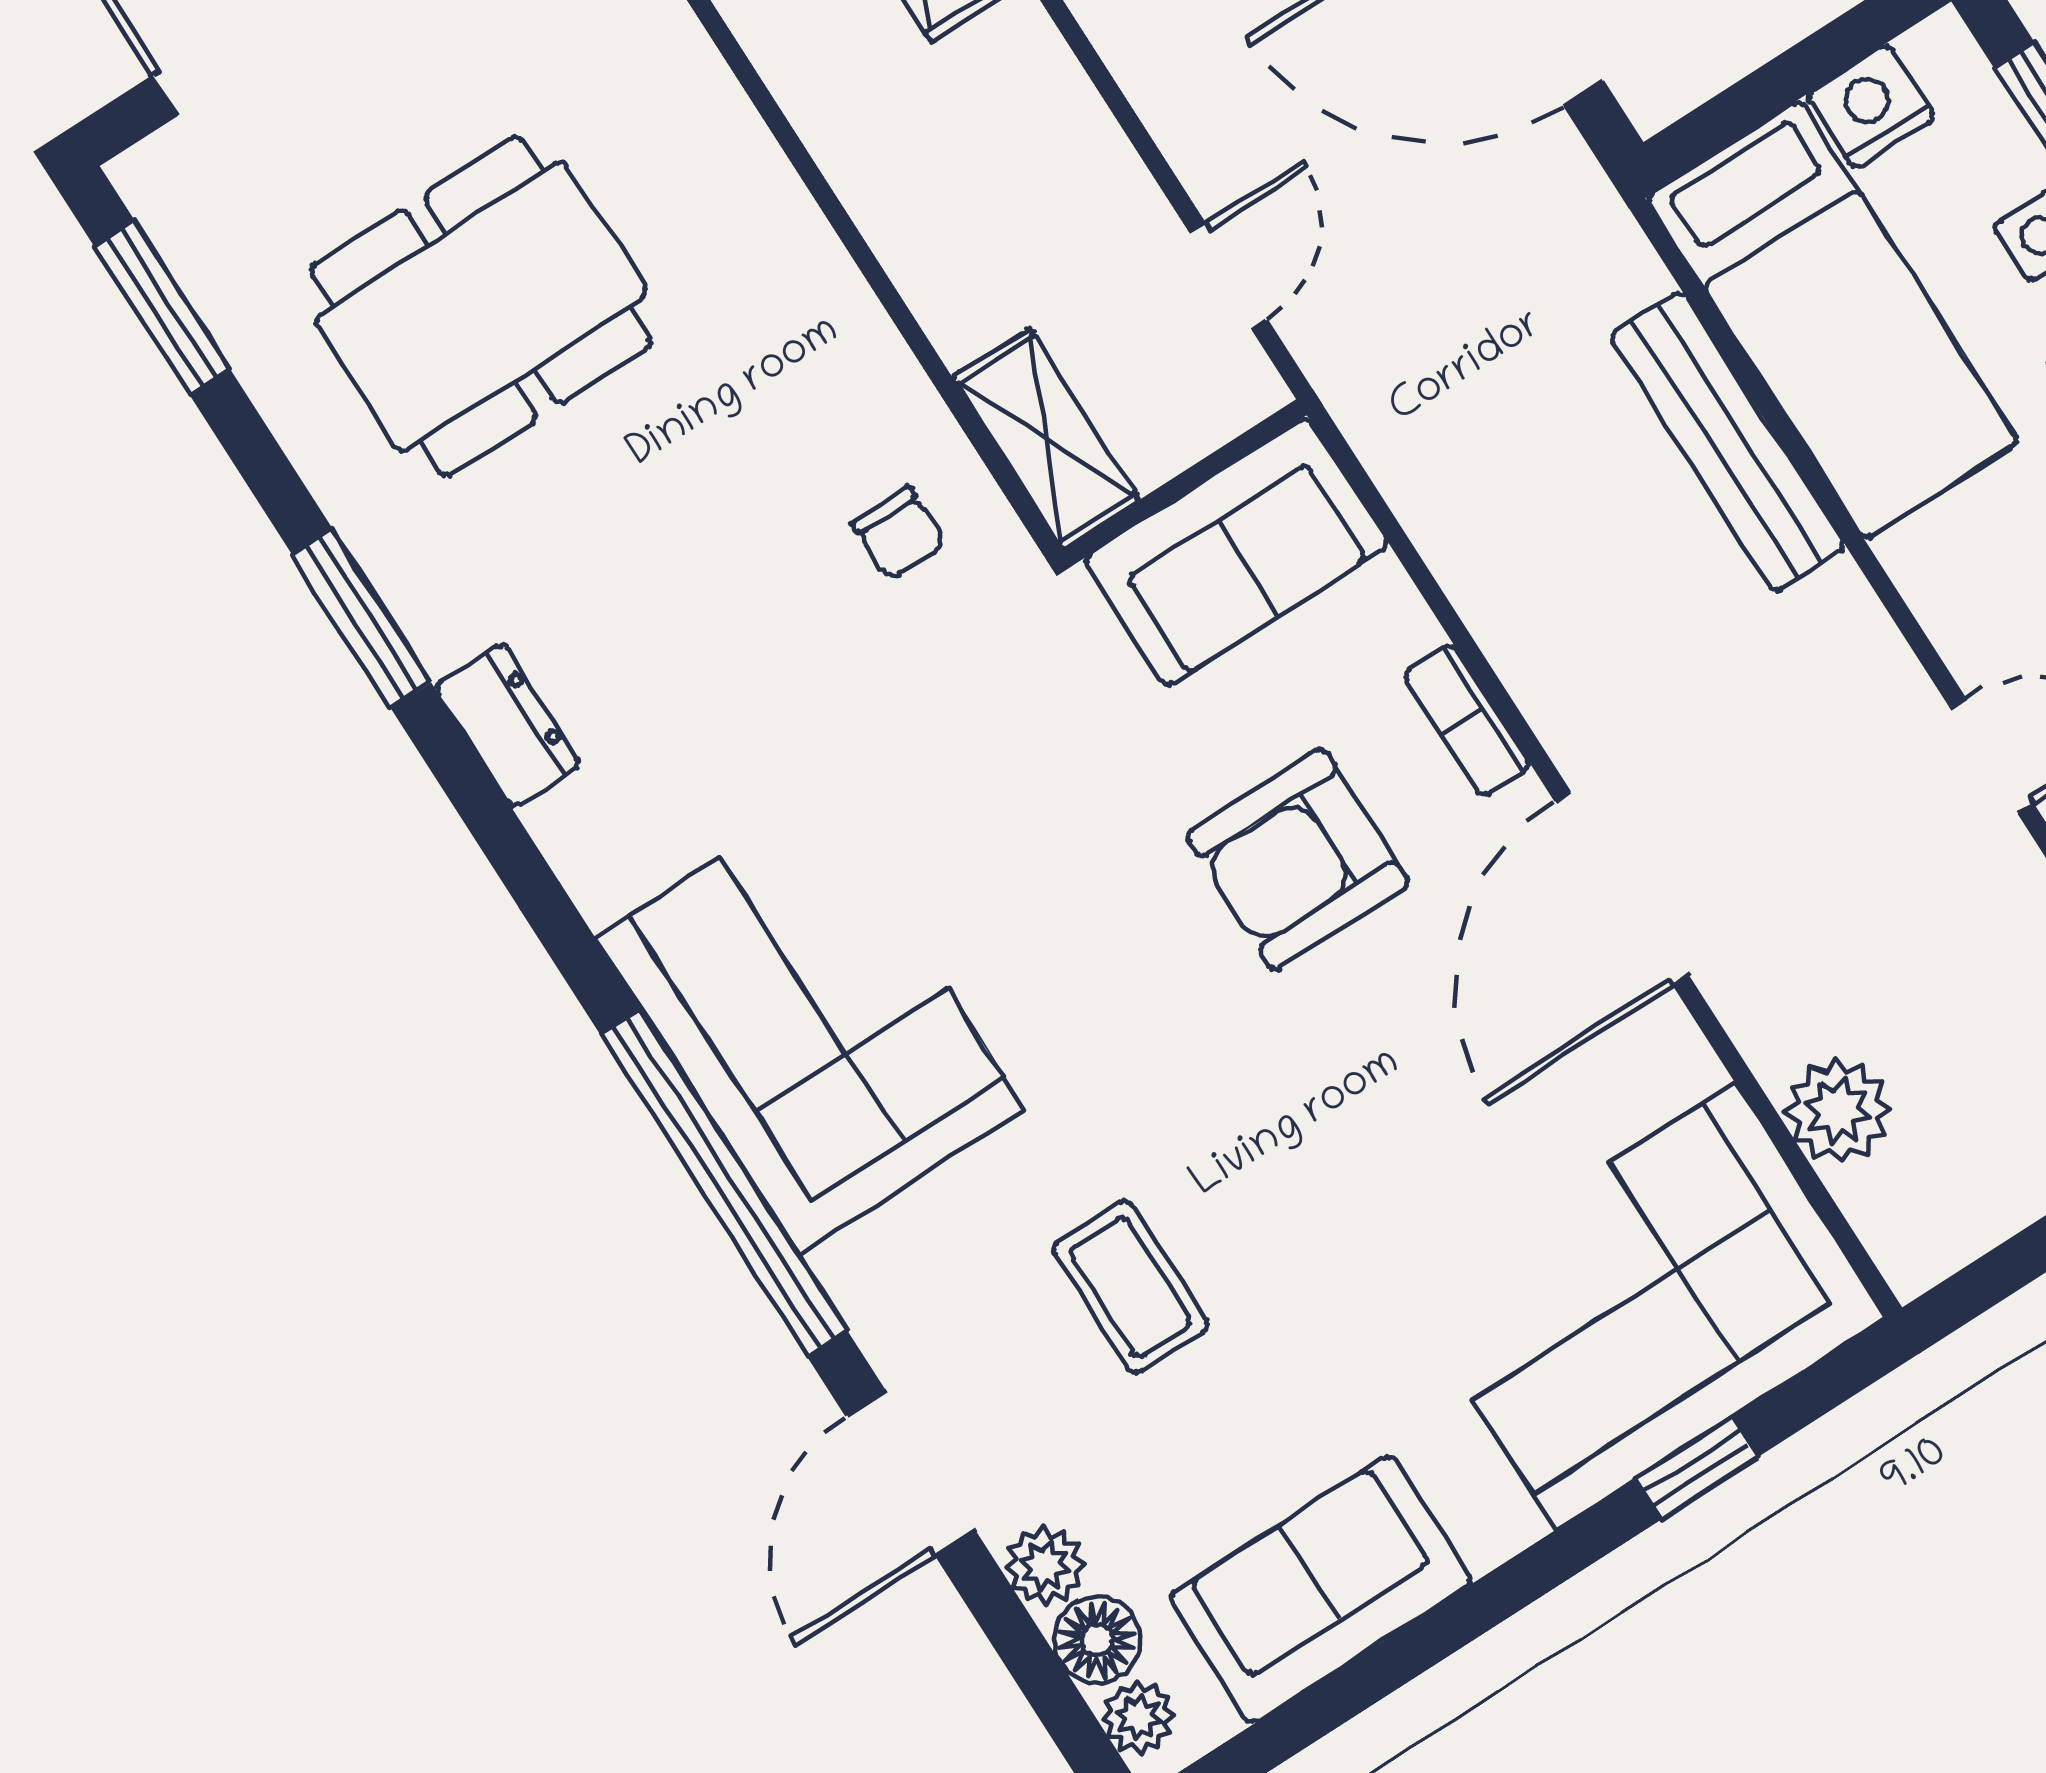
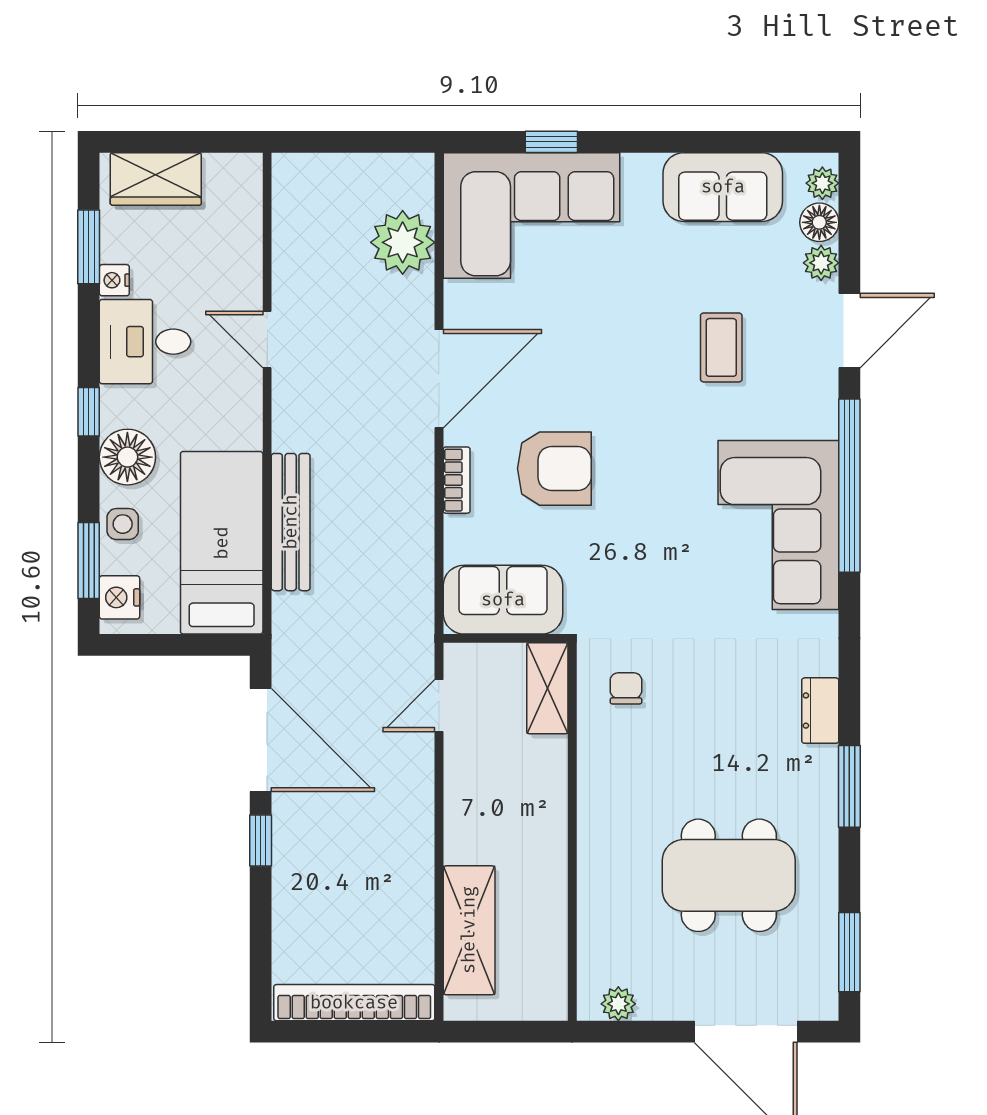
nightstand: (1871, 106) -> (119, 597), moved, turned 90
plant: (1838, 1111) -> (403, 242), width x1.36, depth x1.36

